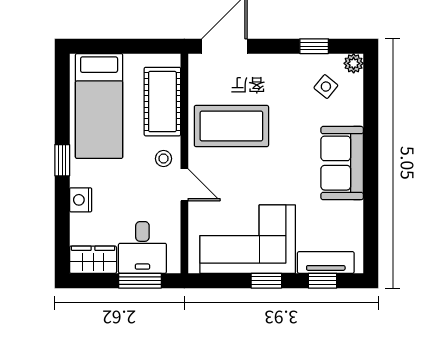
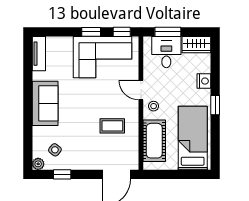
coffee table: (231, 126) -> (112, 126), width x0.54, depth x0.58
tv unit: (326, 262) -> (39, 54), moved, turned -90
window: (322, 281) -> (122, 32), moved

